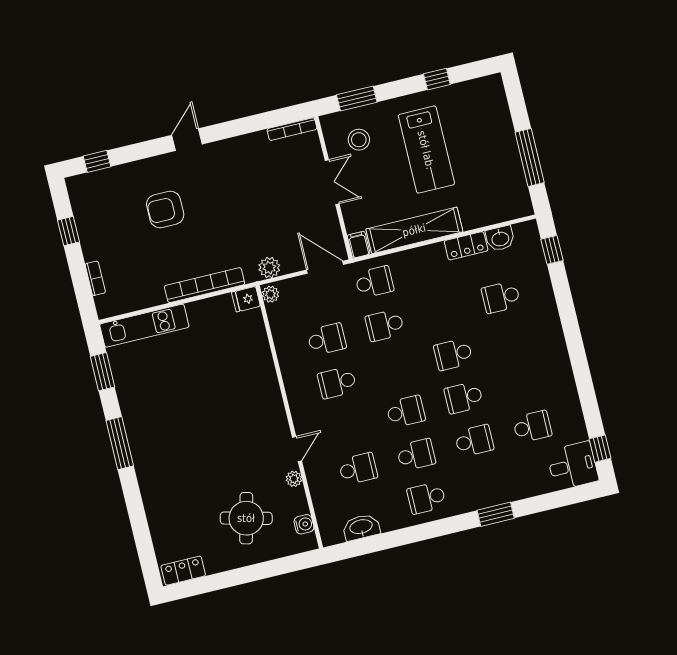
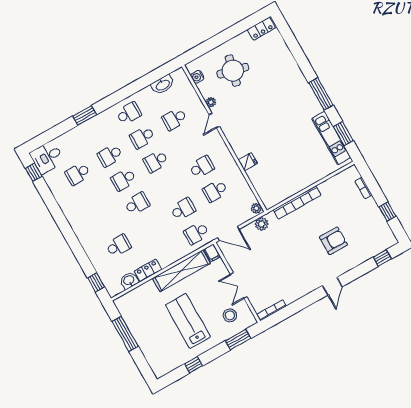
fridge: (246, 299) -> (248, 162), moved
kitchen unit: (144, 326) -> (331, 138), moved, turned -90
school desk: (464, 398) -> (124, 179), turned 180

